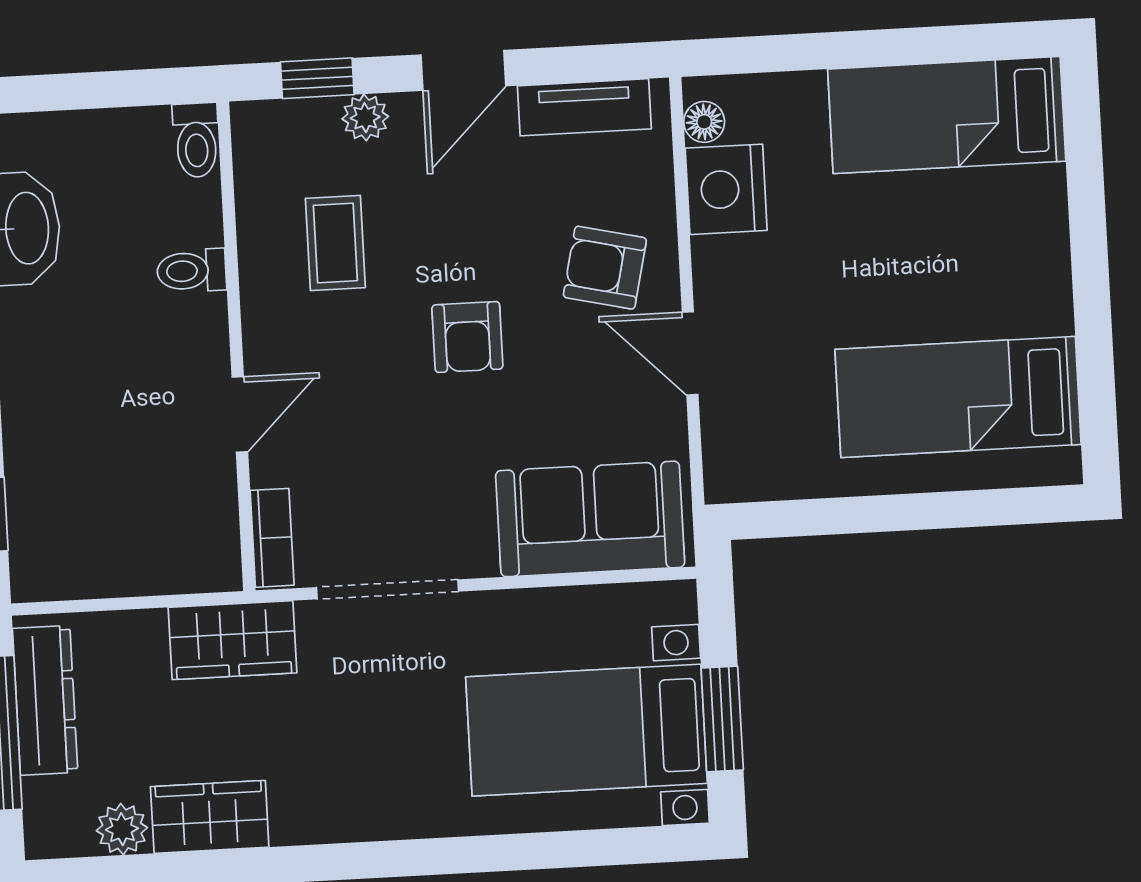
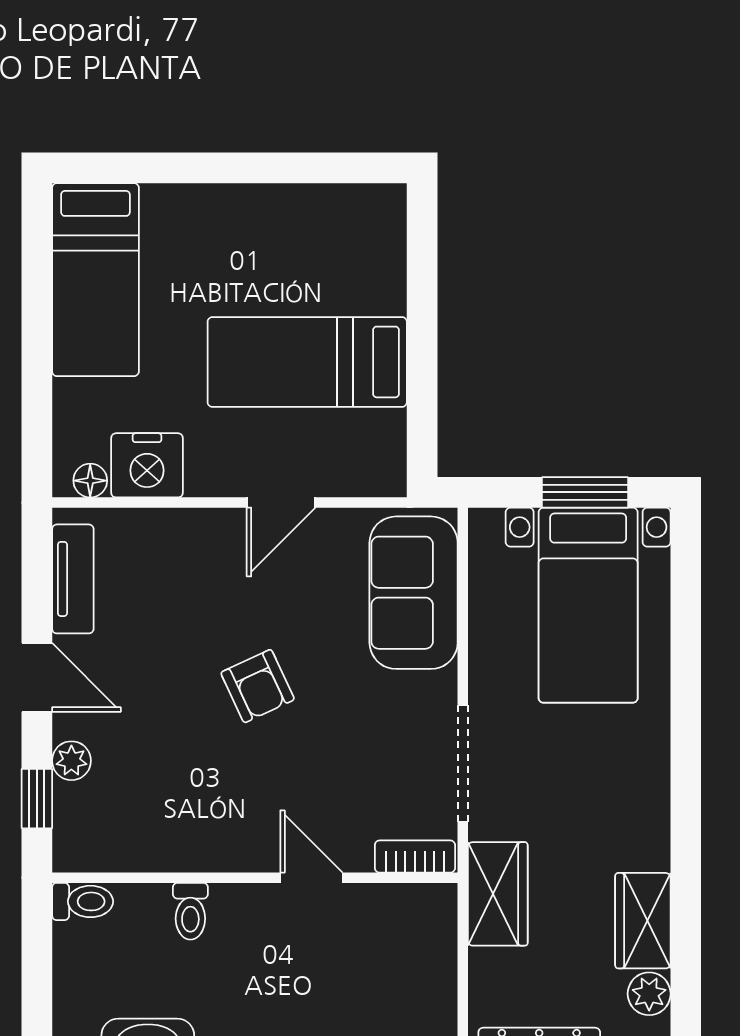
coffee table: (335, 243) -> (174, 791), removed
armchair: (605, 268) -> (206, 569), removed
armchair: (467, 337) -> (258, 686), turned 65
bed: (958, 397) -> (307, 362), moved, turned 90

